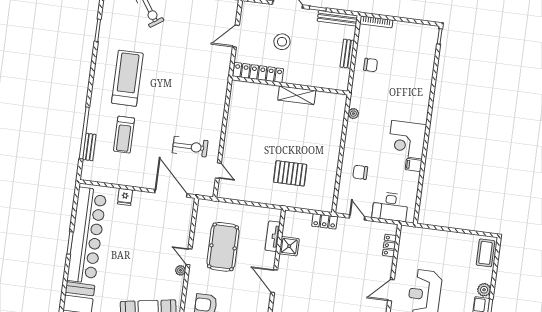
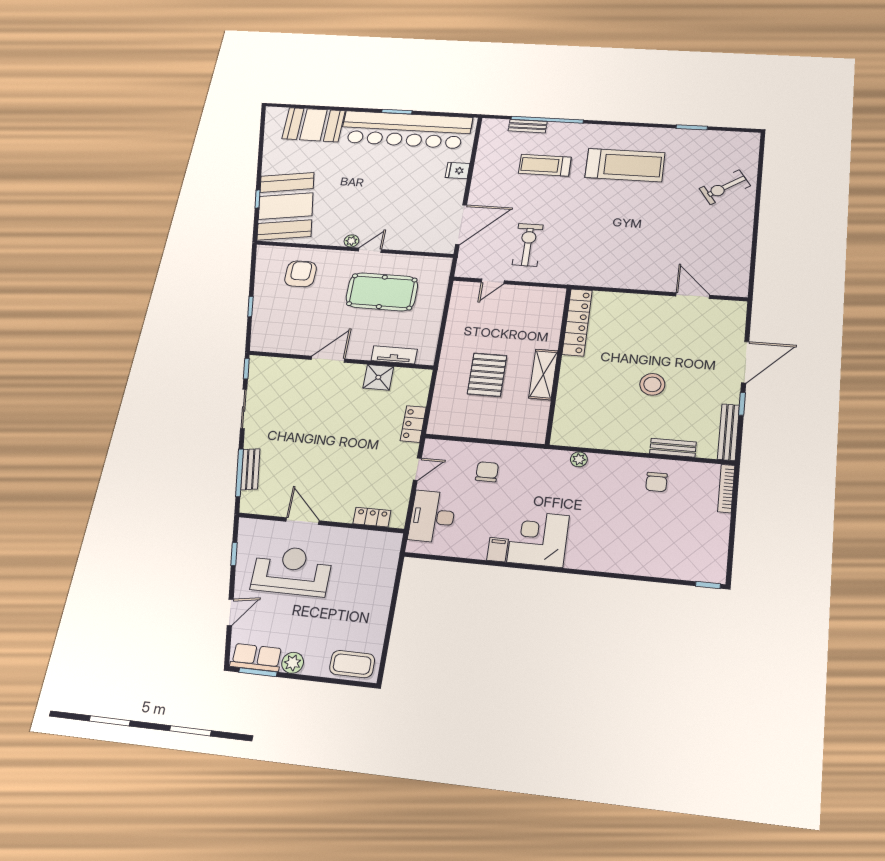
stool: (282, 42) -> (652, 384), moved
locker: (258, 73) -> (577, 322), moved
wall: (290, 85) -> (558, 365), moved
shelving: (297, 95) -> (543, 374), moved
exercise bike: (190, 147) -> (528, 245), turned 180

